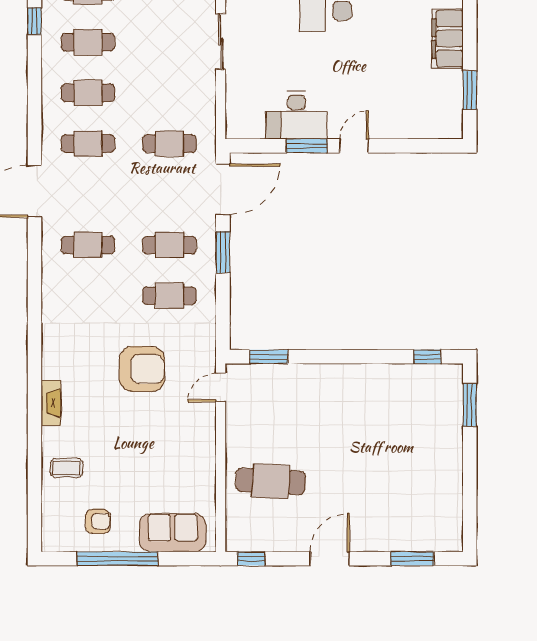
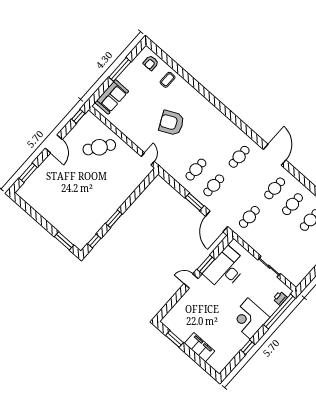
desk: (297, 115) -> (226, 269), width x1.36, depth x1.30
door: (354, 146) -> (191, 281), swing flipped
window: (269, 357) -> (114, 219), moved
armchair: (142, 369) -> (172, 123), moved, turned 64
fireplace: (51, 403) -> (195, 95), removed
cafe table: (271, 481) -> (99, 147), turned 34
armchair: (98, 521) -> (151, 63), moved
window: (118, 559) -> (120, 69), width x0.68

